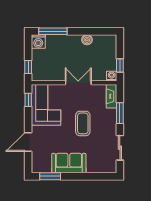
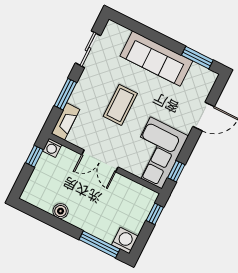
sofa: (69, 163) -> (156, 58), width x1.36

